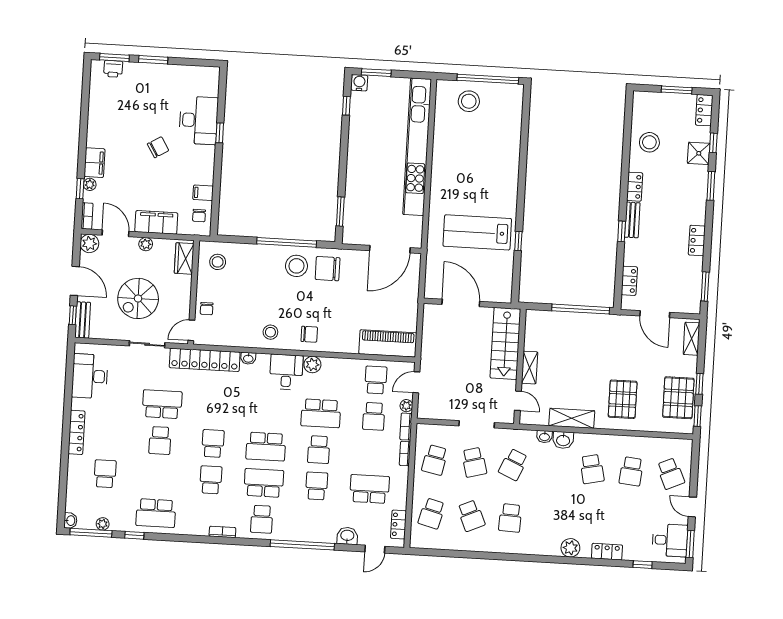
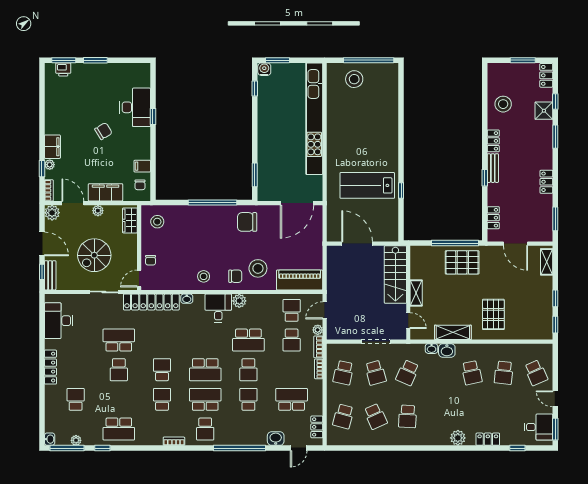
stool: (296, 266) -> (258, 268), moved
pallet: (678, 398) -> (462, 262), moved, turned 90

